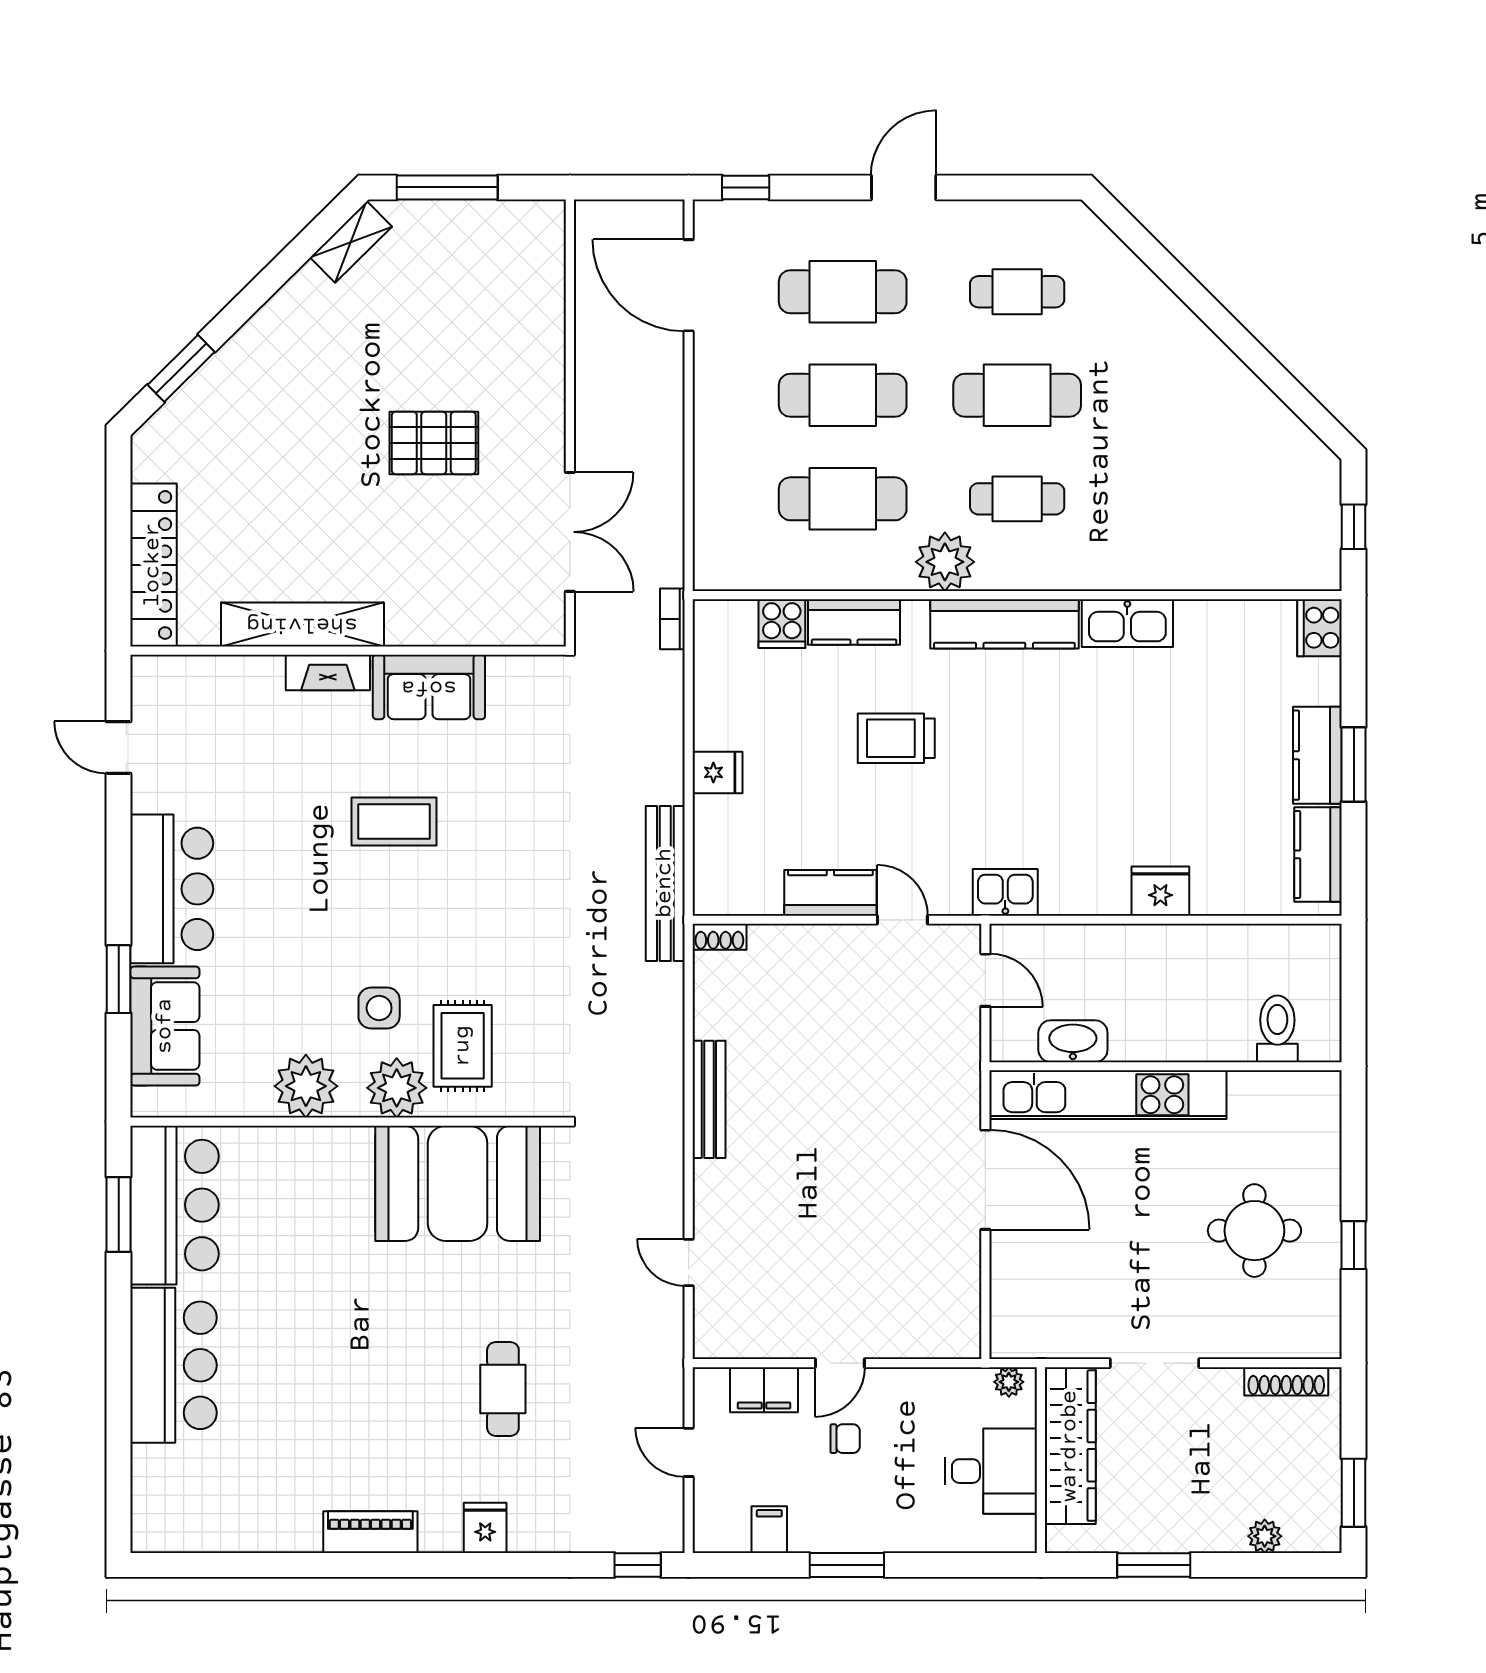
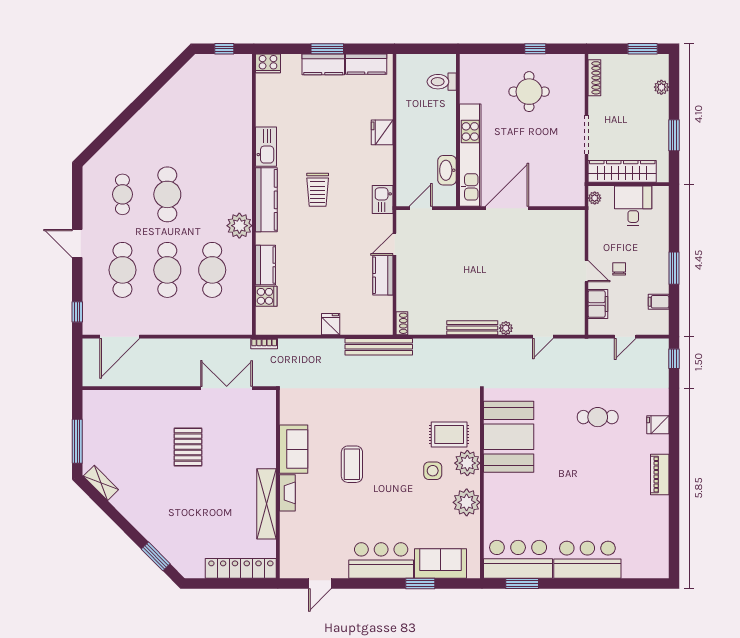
cafe table: (1017, 499) -> (212, 194), removed
trolley: (896, 738) -> (318, 190), moved
plant: (708, 1177) -> (506, 328), added

